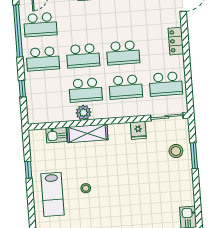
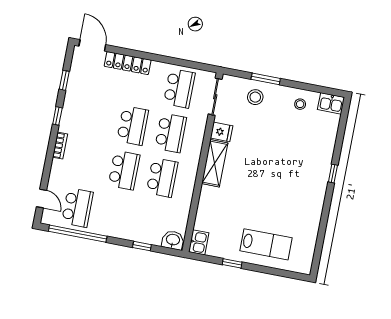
locker: (176, 41) -> (128, 63), width x1.53
school desk: (43, 59) -> (115, 215), removed
plant: (84, 113) -> (186, 186), removed
washbasin: (35, 114) -> (173, 240), added
shelving: (87, 133) -> (215, 163), moved
kitchen sink: (56, 135) -> (199, 242), moved
stool: (86, 188) -> (300, 104), moved

